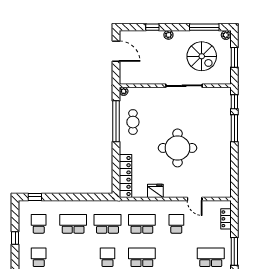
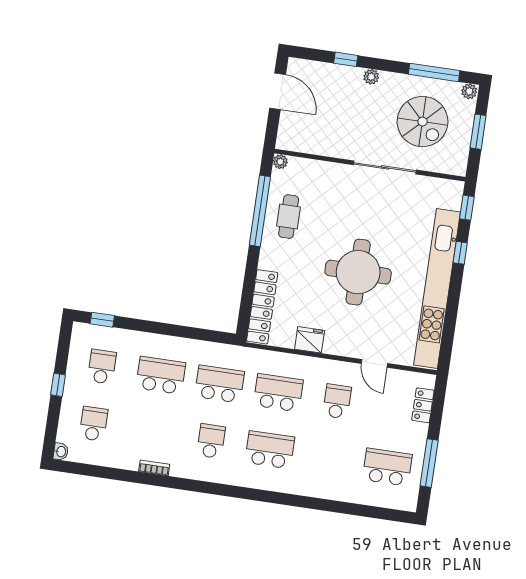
window: (234, 128) -> (460, 253), width x0.46
kitchen unit: (224, 151) -> (437, 288), added

